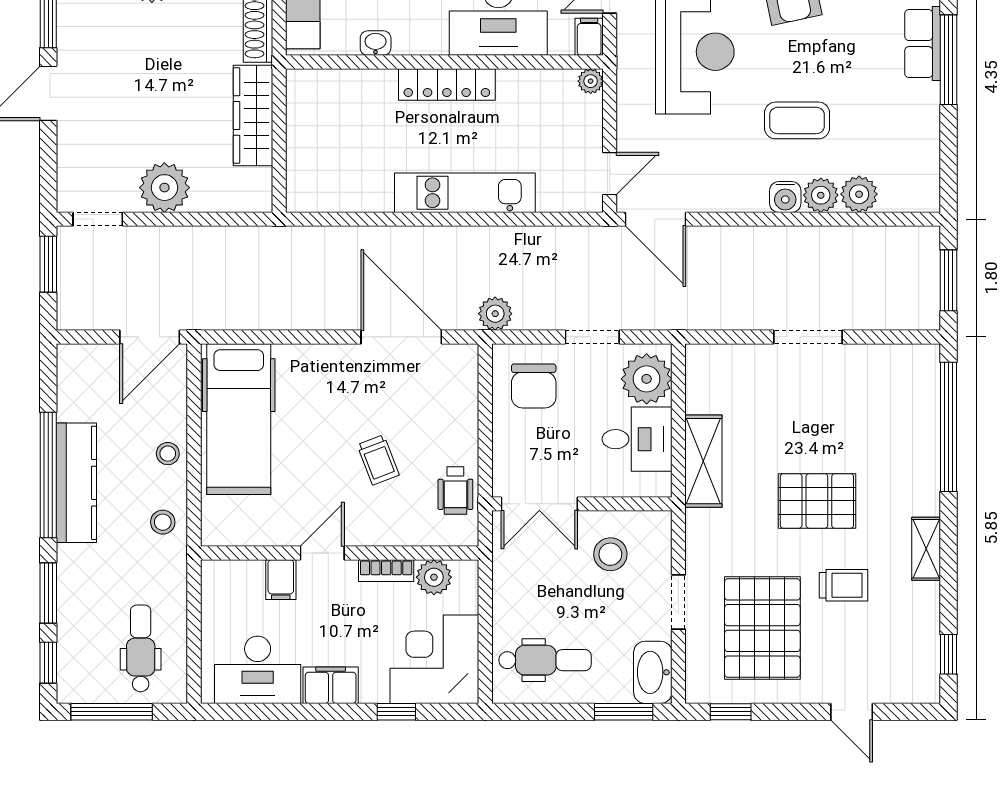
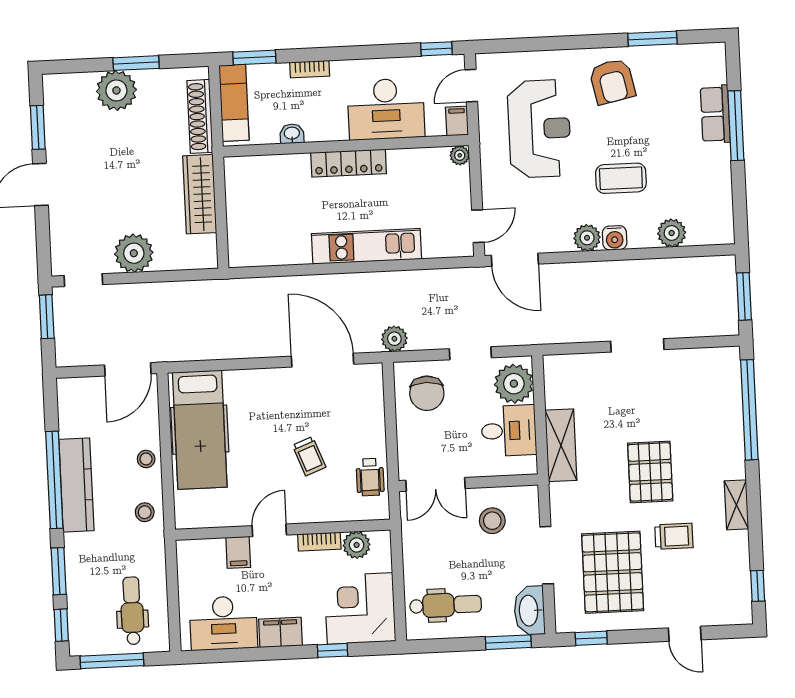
plant: (821, 195) -> (587, 238), moved
pallet: (817, 501) -> (650, 472), turned 90
doorway: (678, 602) -> (547, 555), width x1.38

